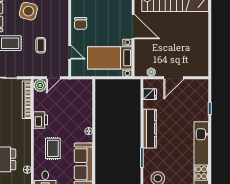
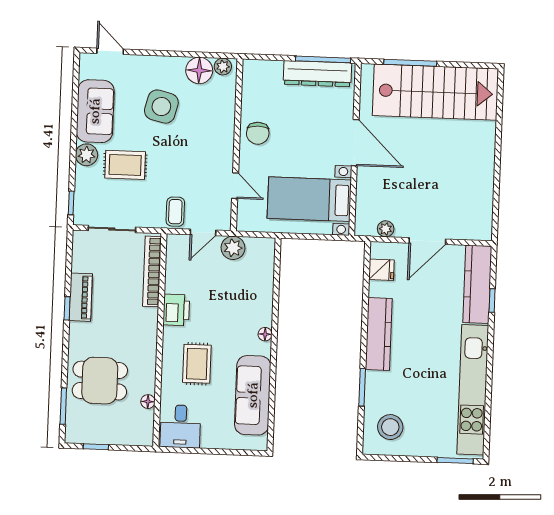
coffee table: (41, 45) -> (175, 212), moved
plant: (40, 85) -> (233, 248), moved
kitchen counter: (201, 100) -> (477, 284), added

